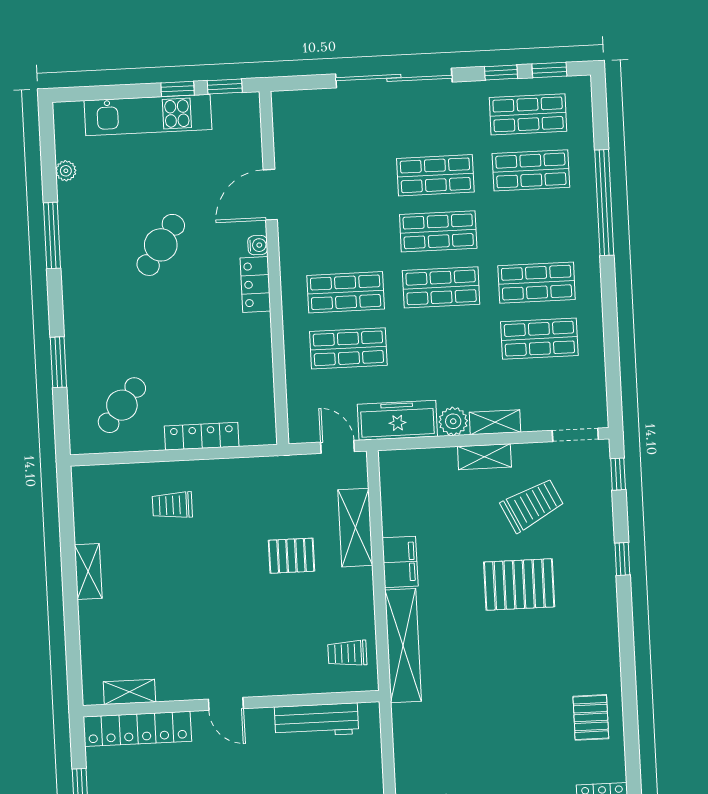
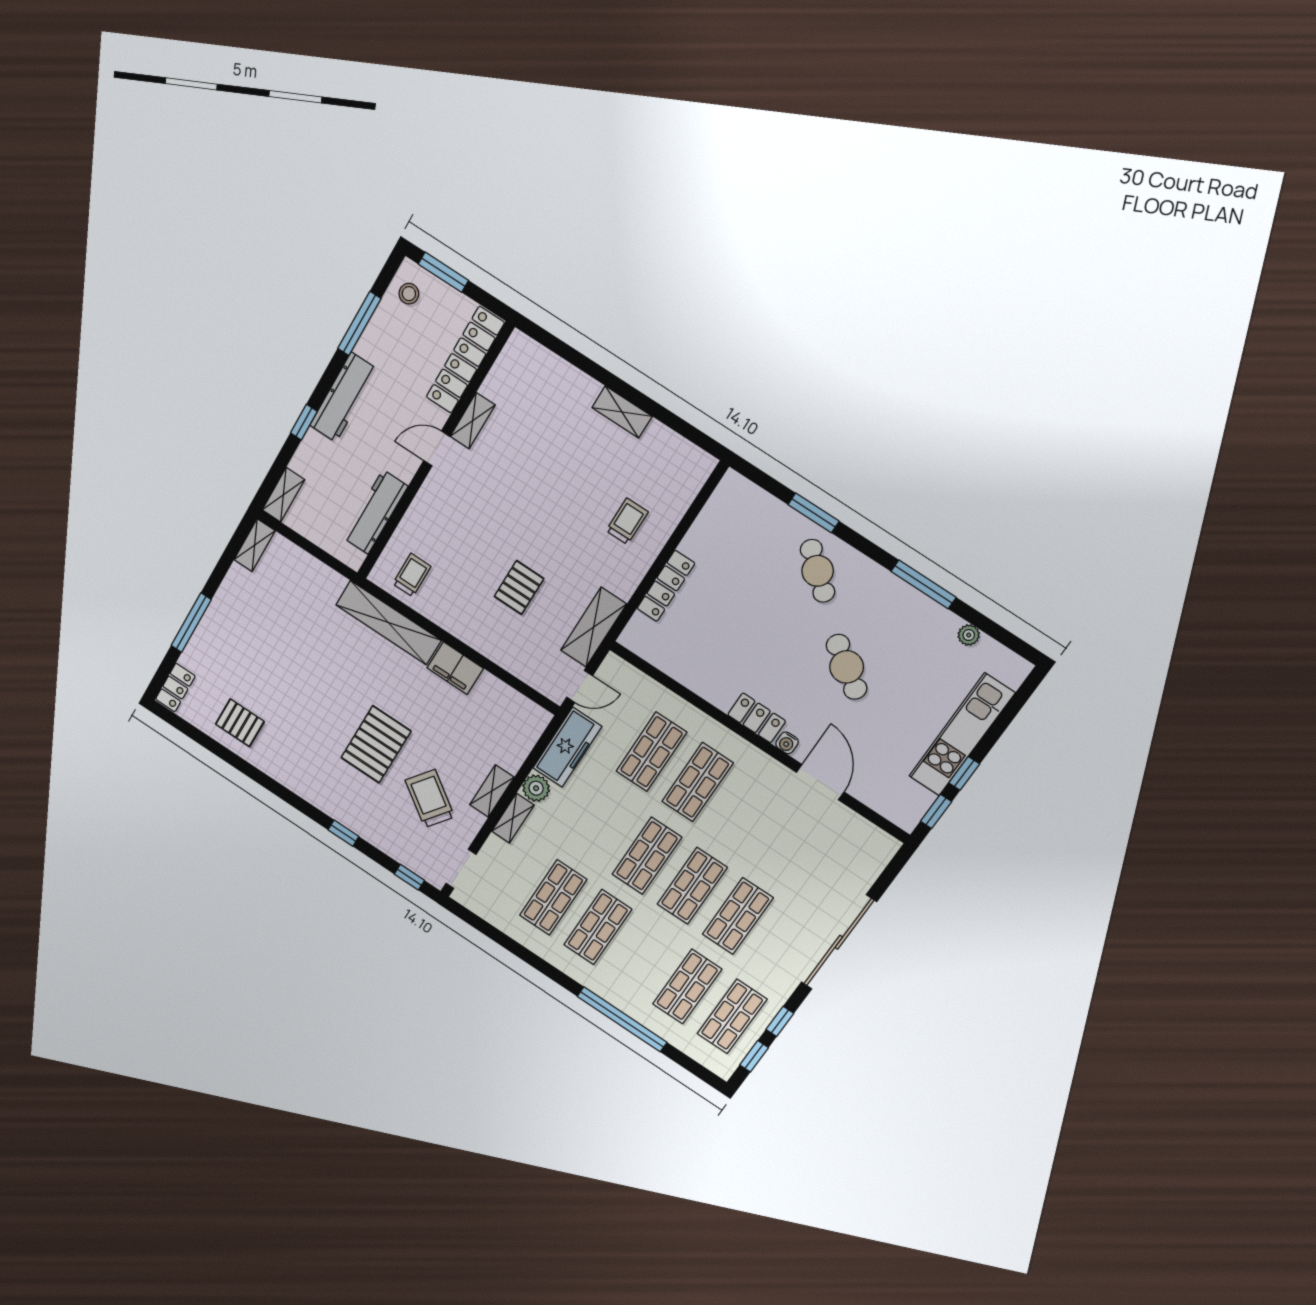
cafe table: (122, 405) -> (818, 571), moved
trolley: (532, 505) -> (430, 799), turned 152
shelving: (355, 528) -> (594, 627), moved, turned 90
shelving: (129, 692) -> (473, 421), moved

